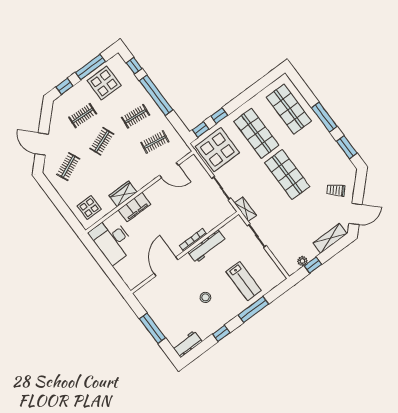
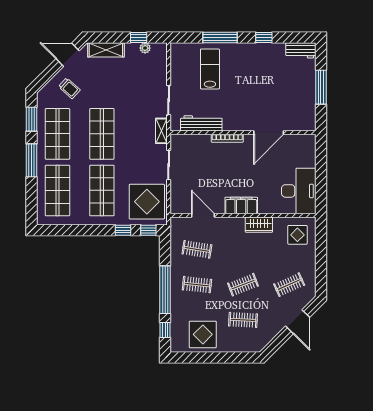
window: (90, 67) -> (204, 357), removed
window: (64, 86) -> (240, 357), removed
shop shelf: (320, 150) -> (57, 134), added
filing cabinet: (135, 207) -> (241, 205), moved
workbench: (207, 246) -> (201, 123), moved
stool: (205, 297) -> (254, 80), removed

